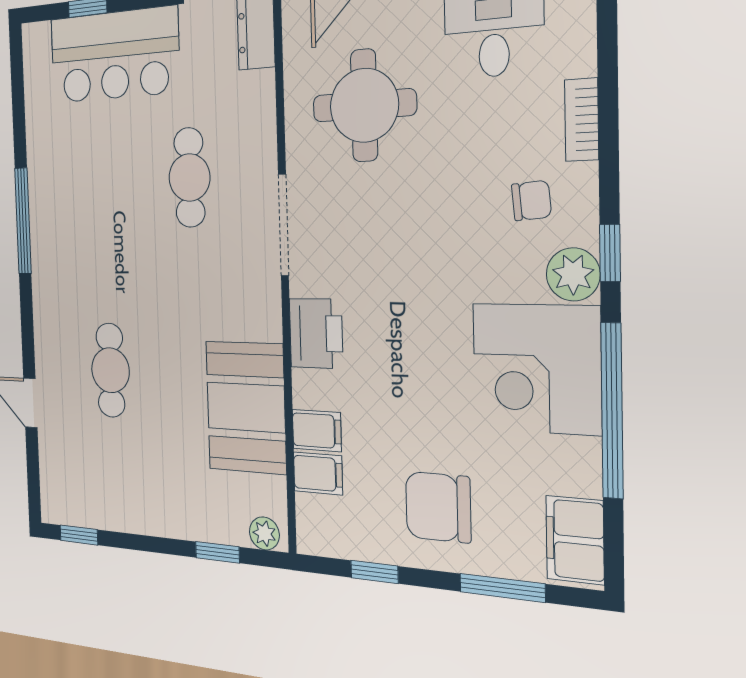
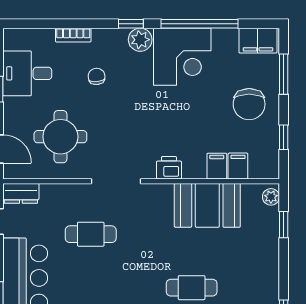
chair: (531, 200) -> (97, 76), moved
printer: (316, 333) -> (169, 168), width x0.73, depth x0.81

